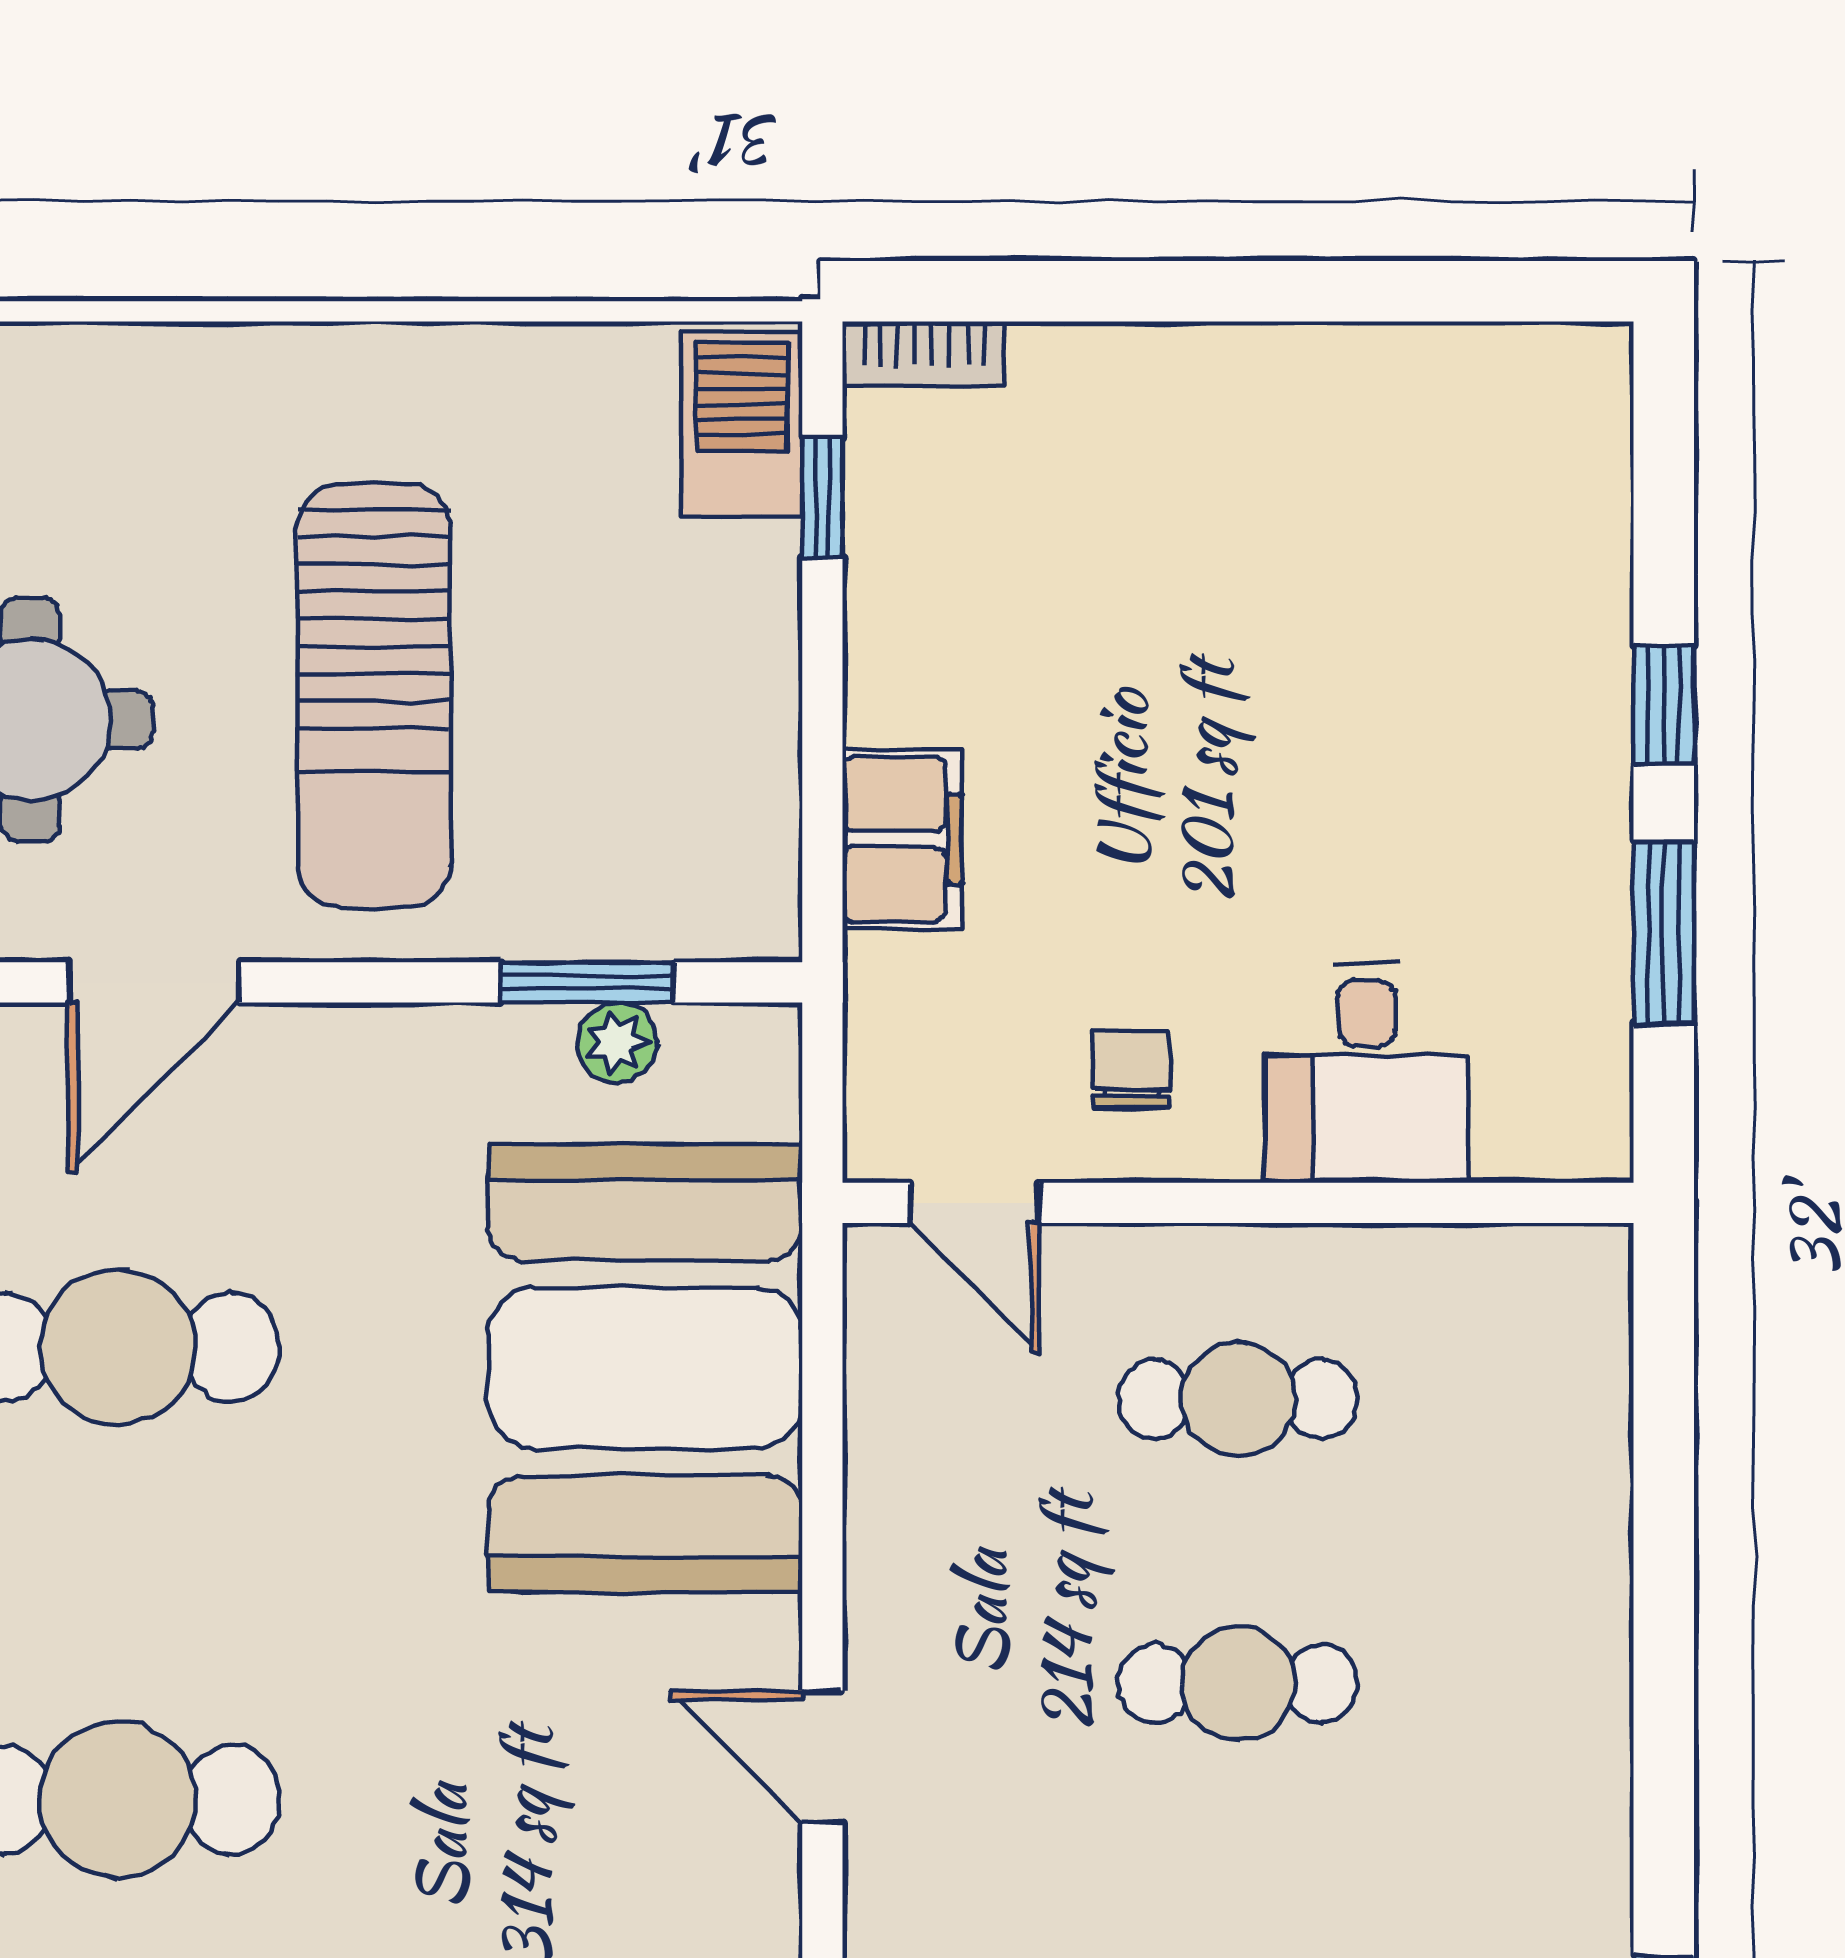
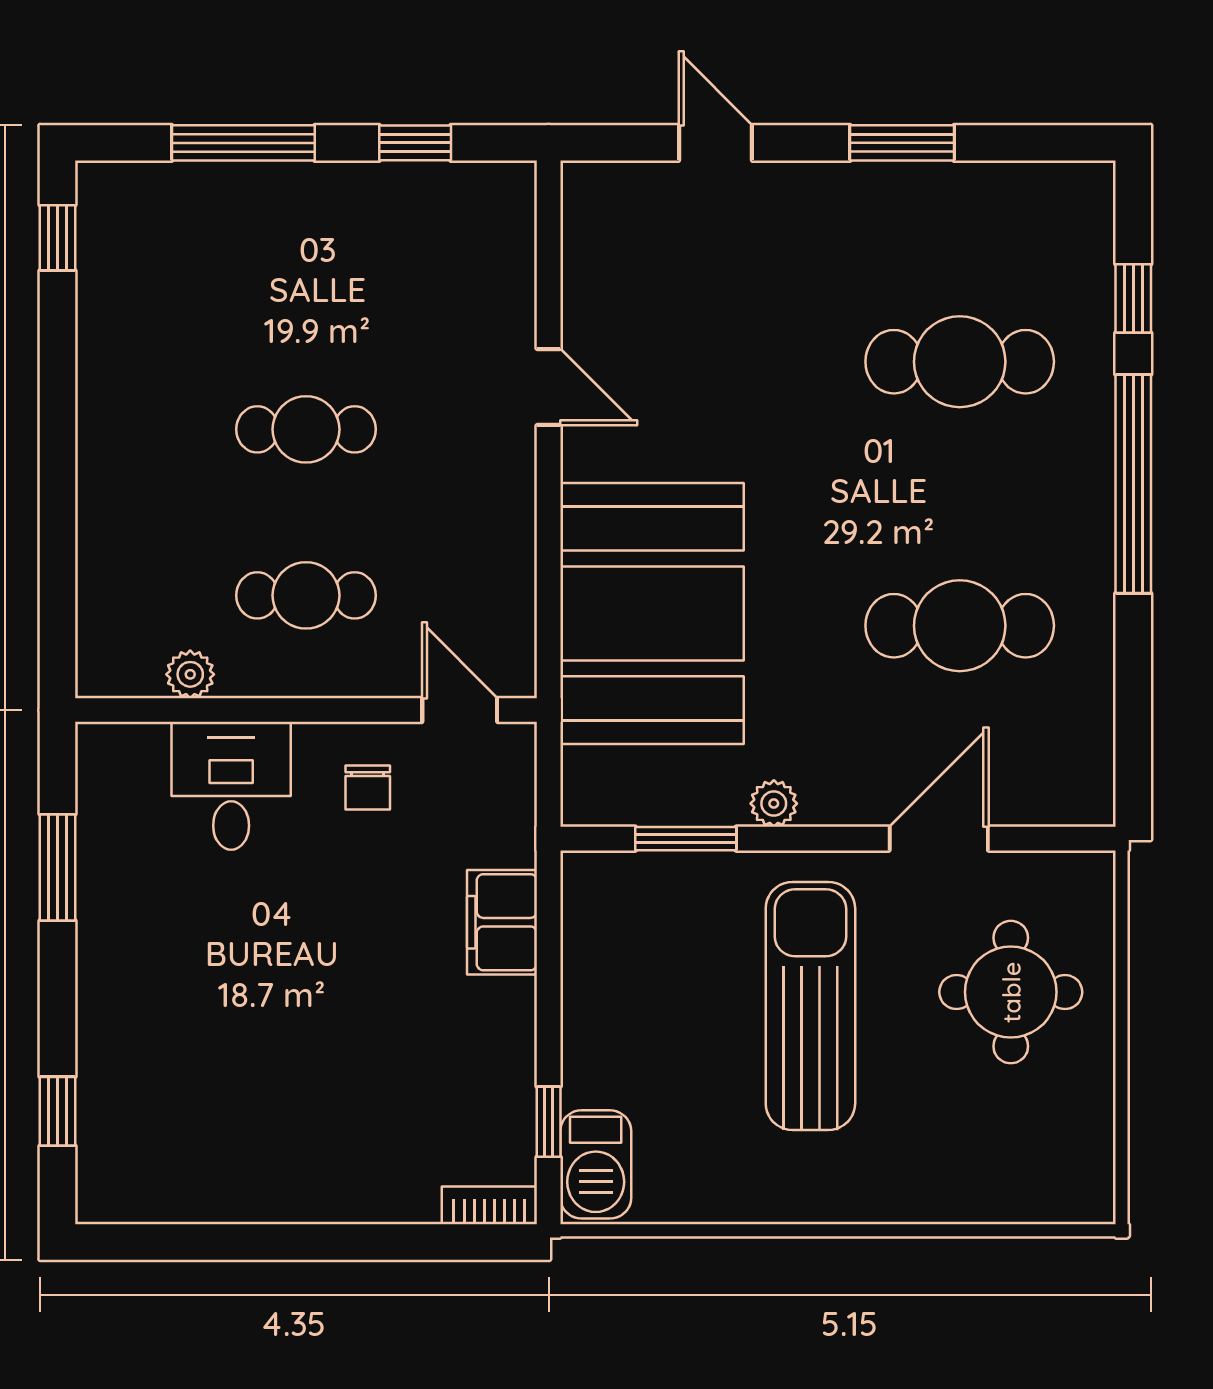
window: (1664, 705) -> (57, 1111), moved
plant: (617, 1043) -> (774, 803), moved
plant: (1436, 1264) -> (190, 674), added

